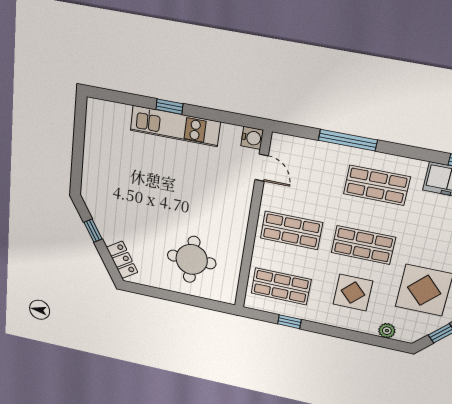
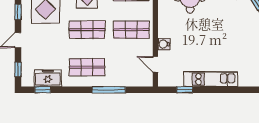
window: (169, 107) -> (185, 90), moved
water cooler: (252, 138) -> (164, 44), moved

